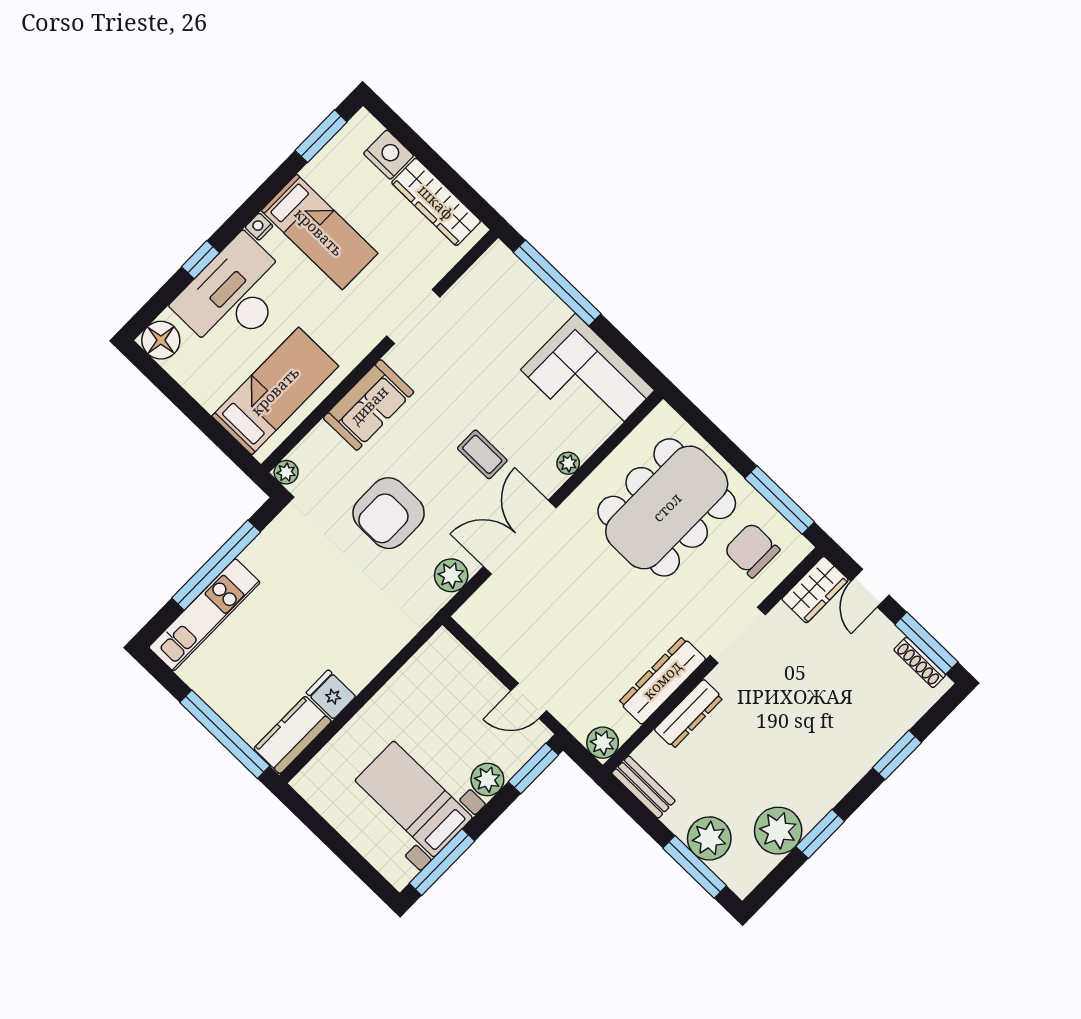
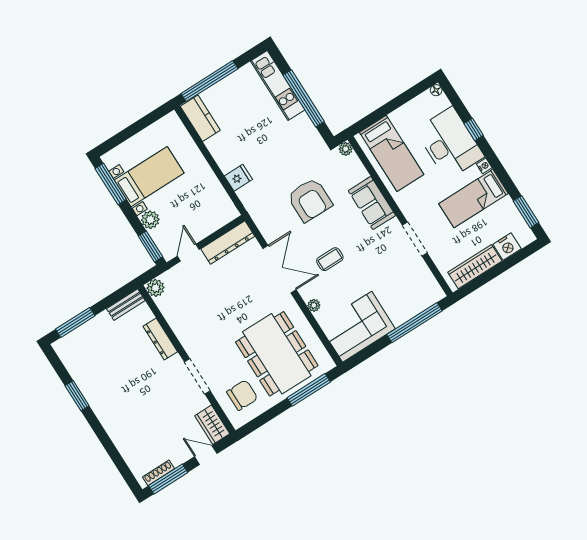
floor lamp: (161, 340) -> (436, 90), width x0.53, depth x0.53
window: (780, 500) -> (309, 390), moved
armchair: (389, 513) -> (310, 200), turned 180
plant: (451, 575) -> (267, 226), removed
dresser: (662, 680) -> (228, 243), moved, turned 90
fridge: (331, 694) -> (238, 178), moved
window: (897, 755) -> (110, 448), removed
plant: (778, 831) -> (84, 373), removed
plant: (709, 838) -> (89, 334), removed

